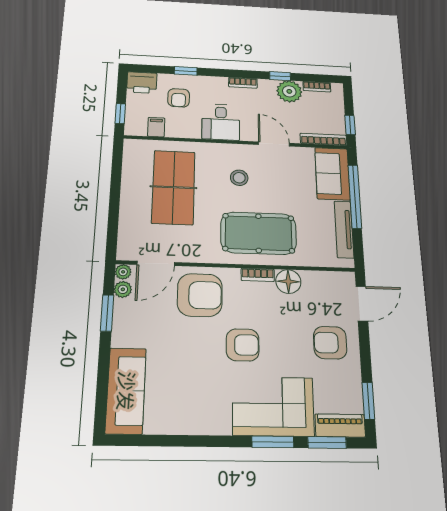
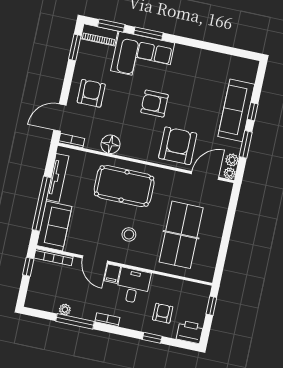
window: (280, 76) -> (75, 321), width x2.17
bookcase: (317, 87) -> (47, 307), removed
plant: (289, 91) -> (65, 310), width x0.53, depth x0.53
filing cabinet: (156, 127) -> (112, 274), moved
bookcase: (258, 275) -> (72, 141), moved
armchair: (200, 295) -> (178, 146), turned 90
armchair: (330, 343) -> (91, 93), turned -90
window: (104, 359) -> (253, 112), added
sofa: (126, 391) -> (236, 110), moved

